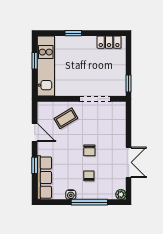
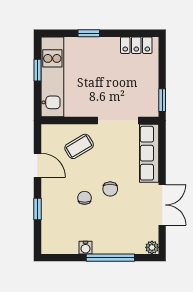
chair: (89, 176) -> (85, 198), moved
row of seats: (44, 178) -> (149, 153), moved, turned 180

